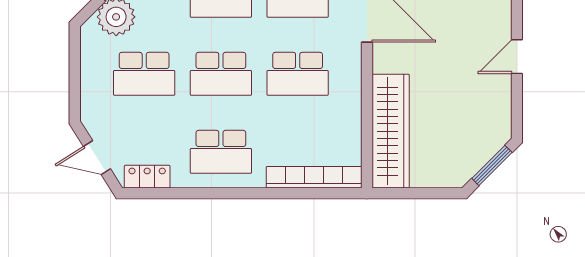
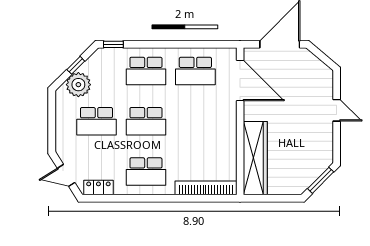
door: (517, 57) -> (337, 110), swing flipped
school desk: (298, 74) -> (195, 121), removed

